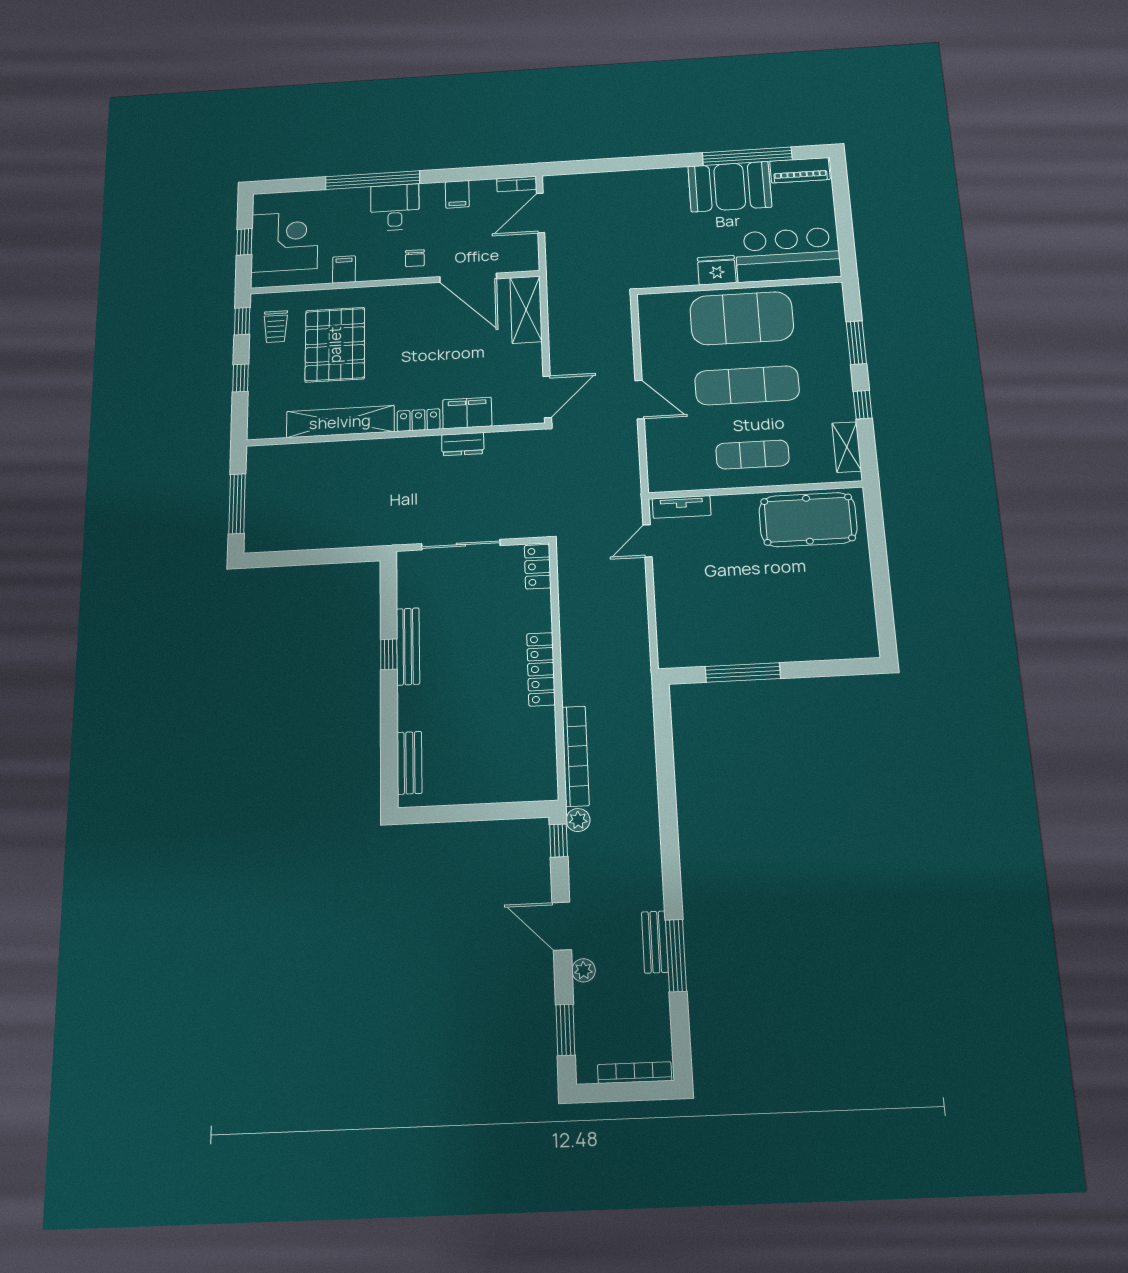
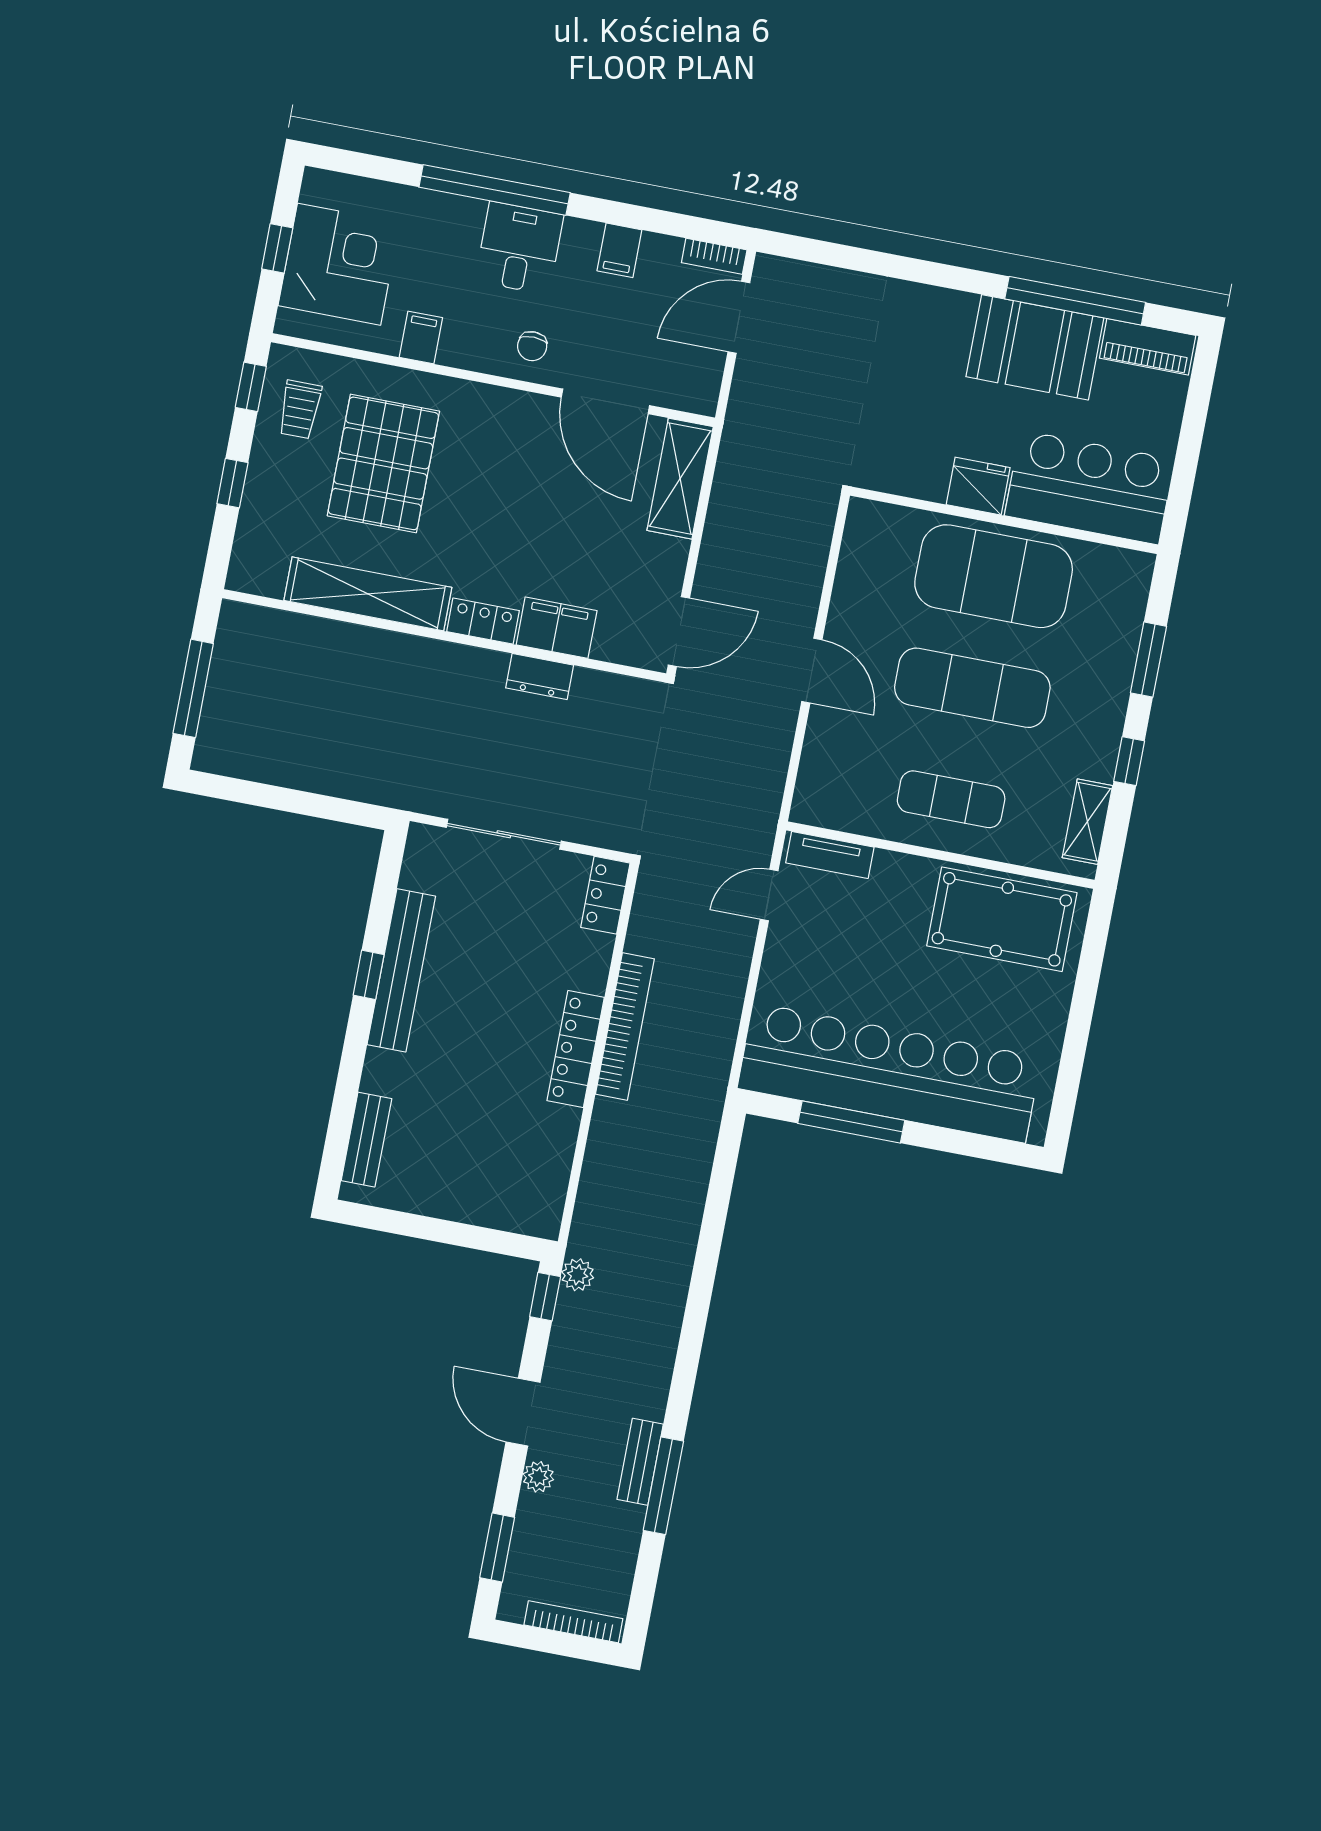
bar counter: (760, 634) -> (889, 1073), added
bench: (408, 646) -> (401, 970), width x1.37, depth x1.21
bookcase: (575, 756) -> (625, 1027), moved

